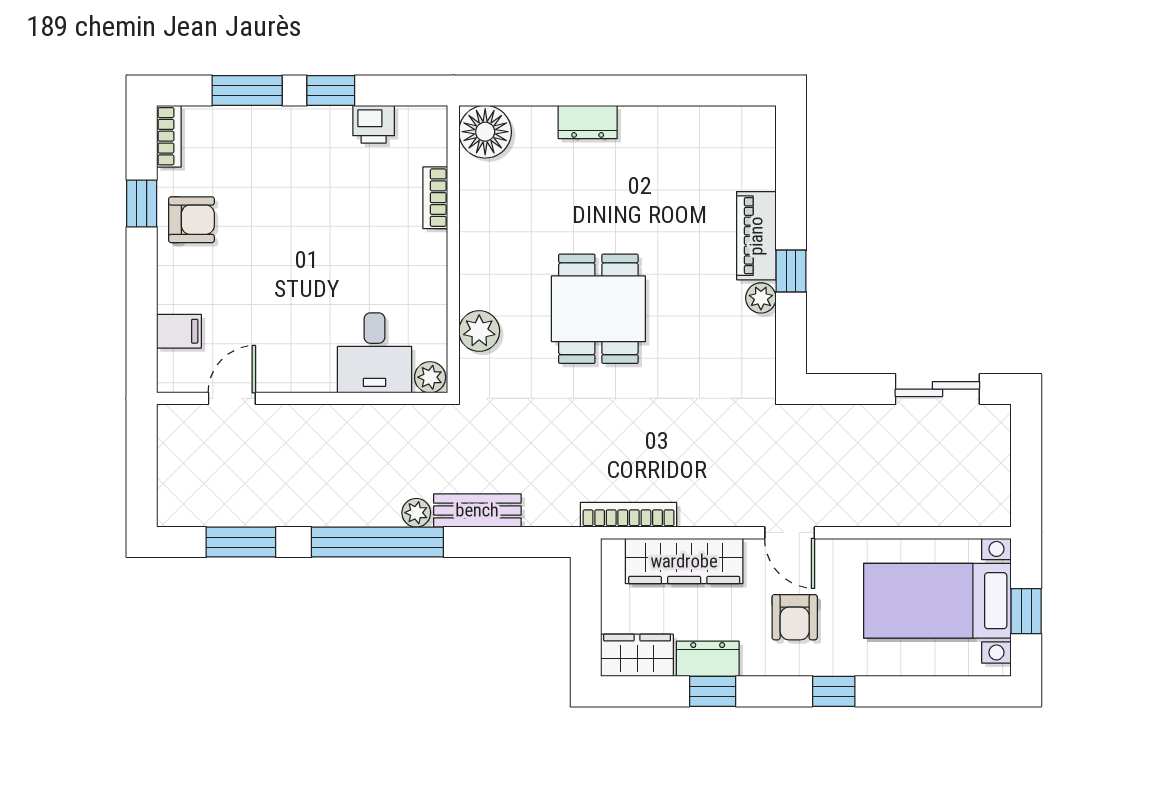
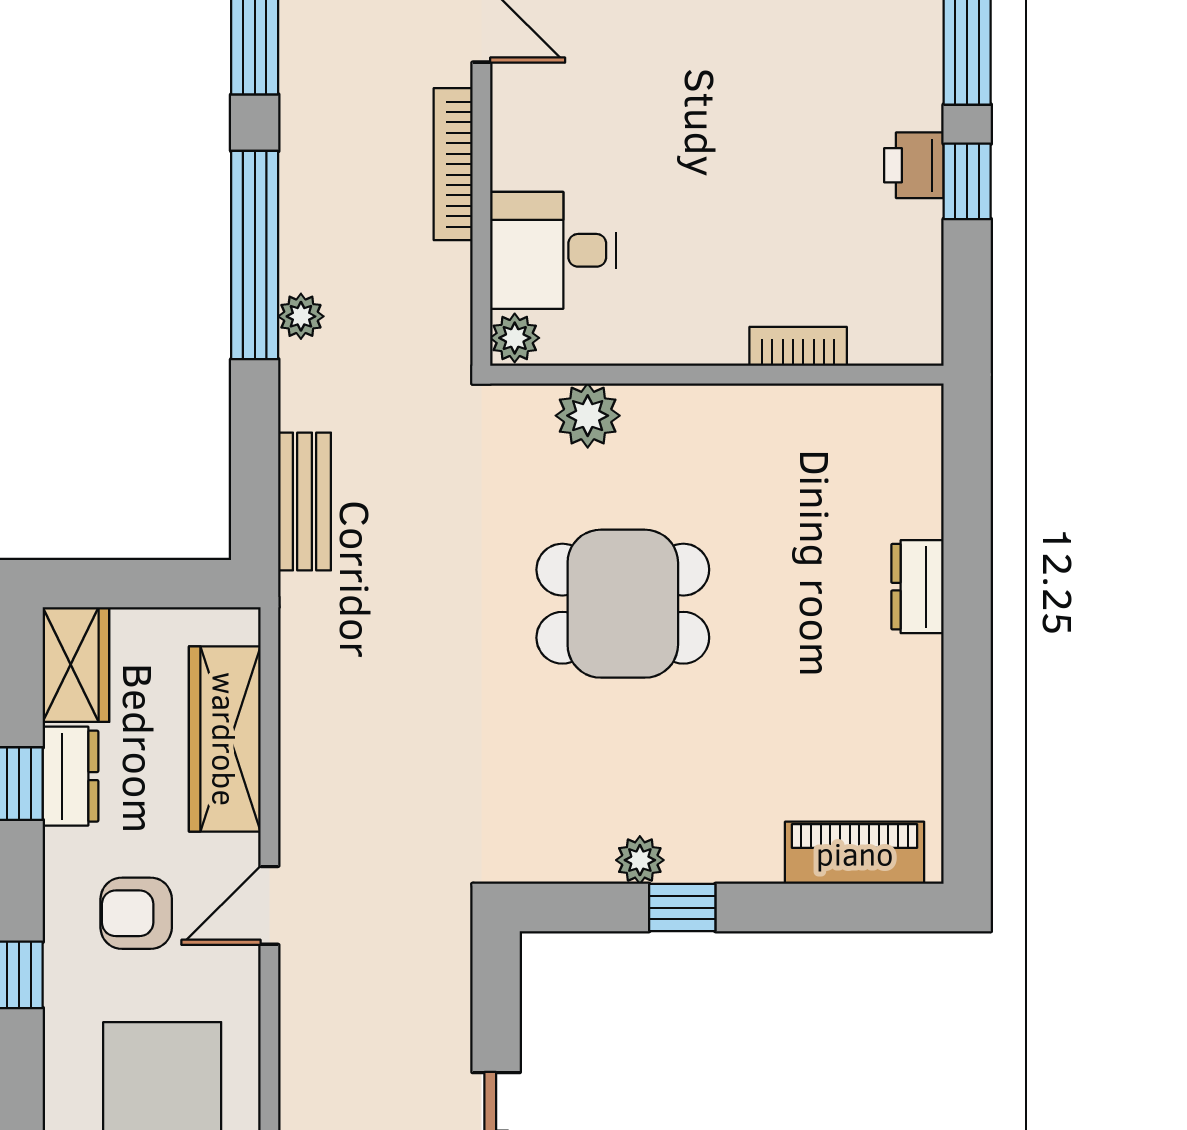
printer: (374, 124) -> (914, 165), moved
floor lamp: (485, 132) -> (902, 425), removed
piano: (756, 236) -> (855, 853), moved
bench: (477, 510) -> (305, 502), moved
bookcase: (629, 515) -> (453, 164), moved, turned 180

